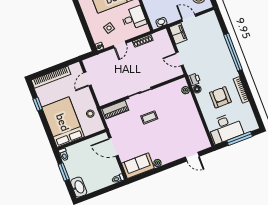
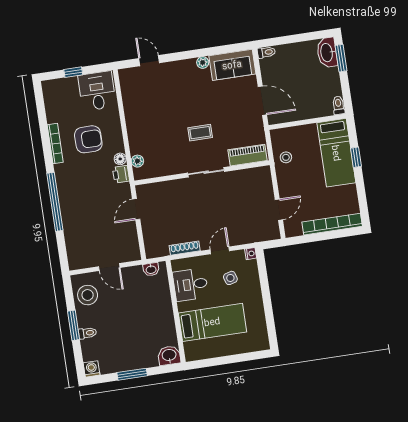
filing cabinet: (178, 34) -> (130, 247), removed
door: (180, 59) -> (136, 209), swing flipped
armchair: (220, 97) -> (88, 139), turned -90
window: (38, 104) -> (356, 157), moved
bed: (63, 122) -> (336, 153), width x0.67
desk: (225, 128) -> (97, 91), width x0.73
window: (240, 138) -> (73, 72), width x0.46
window: (64, 172) -> (341, 58), moved

